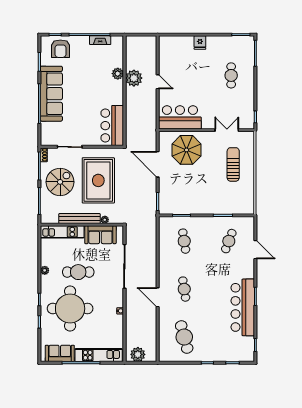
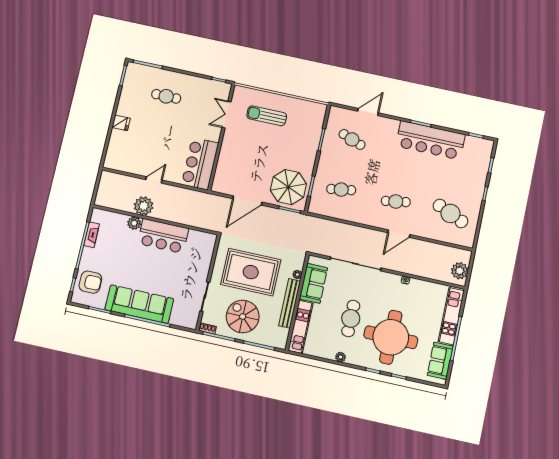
bar counter: (112, 126) -> (163, 236), moved
parasol: (187, 150) -> (288, 187), moved
cafe table: (184, 337) -> (450, 213), turned 39

